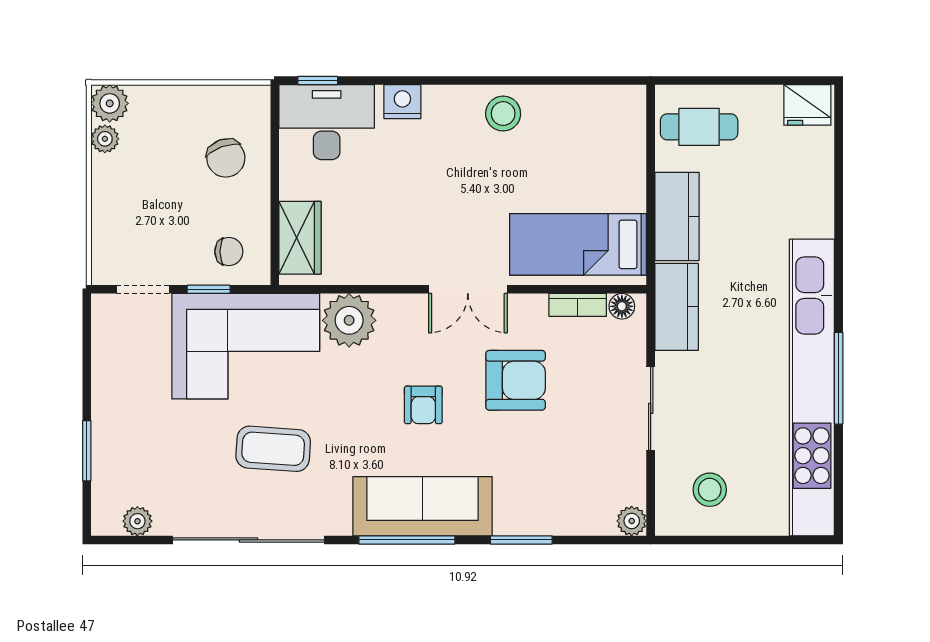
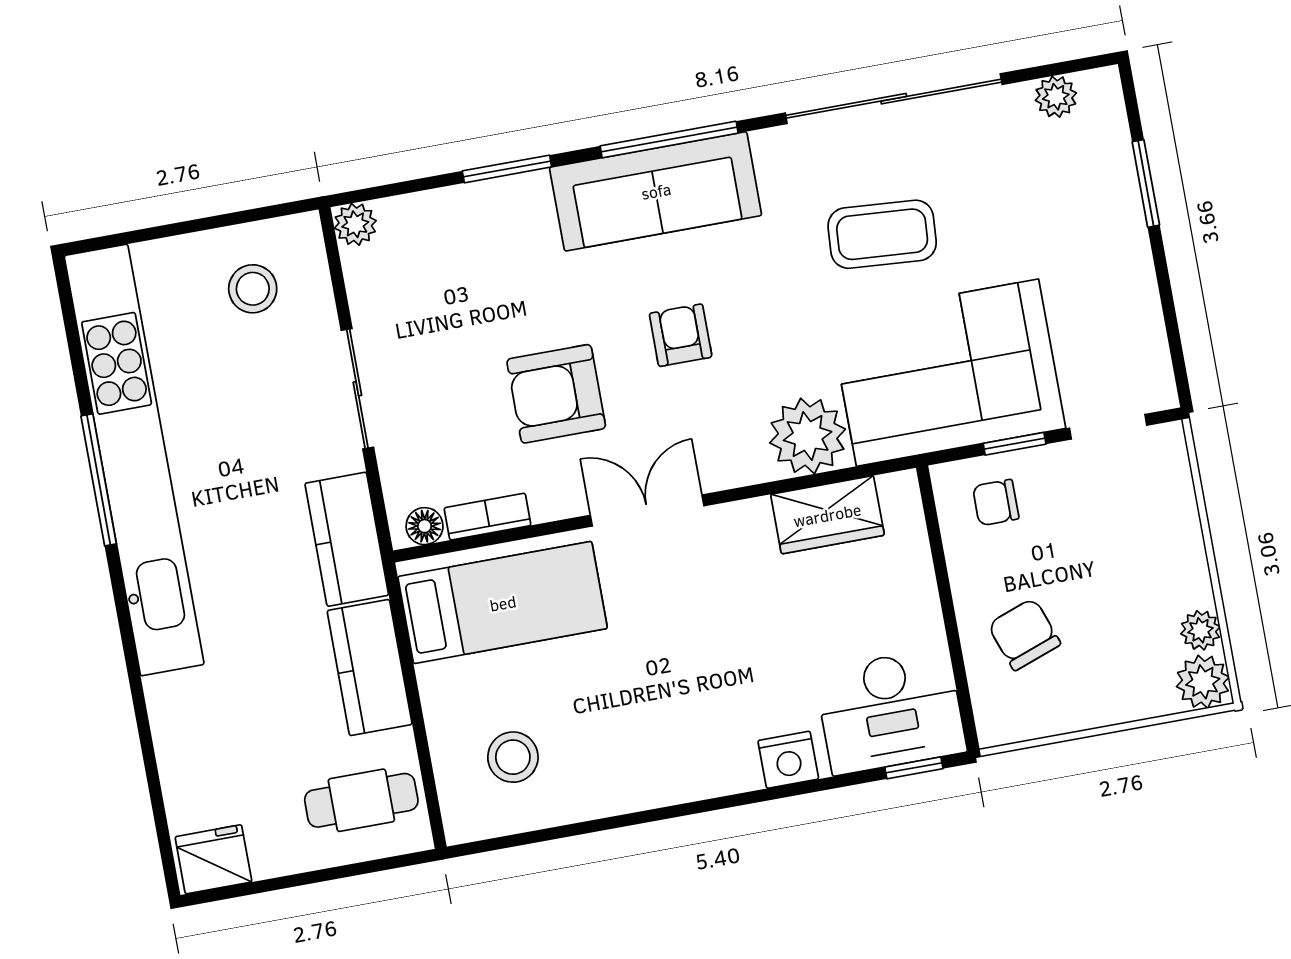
stool: (503, 114) -> (513, 757), moved
wardrobe: (300, 238) -> (827, 515), moved, turned -90

